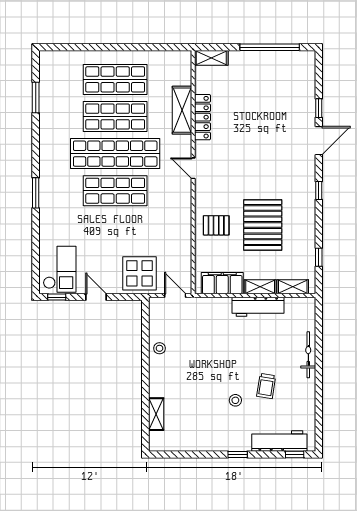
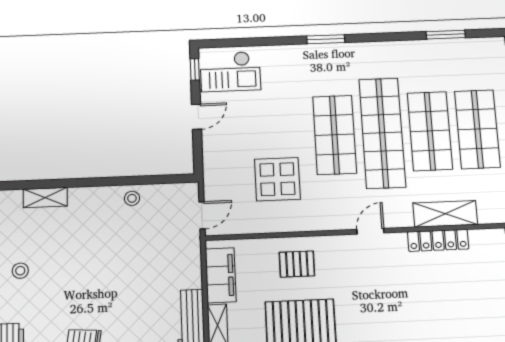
pallet: (216, 225) -> (297, 264), turned 90
display table: (139, 273) -> (277, 179), moved
stool: (235, 400) -> (20, 271), moved

